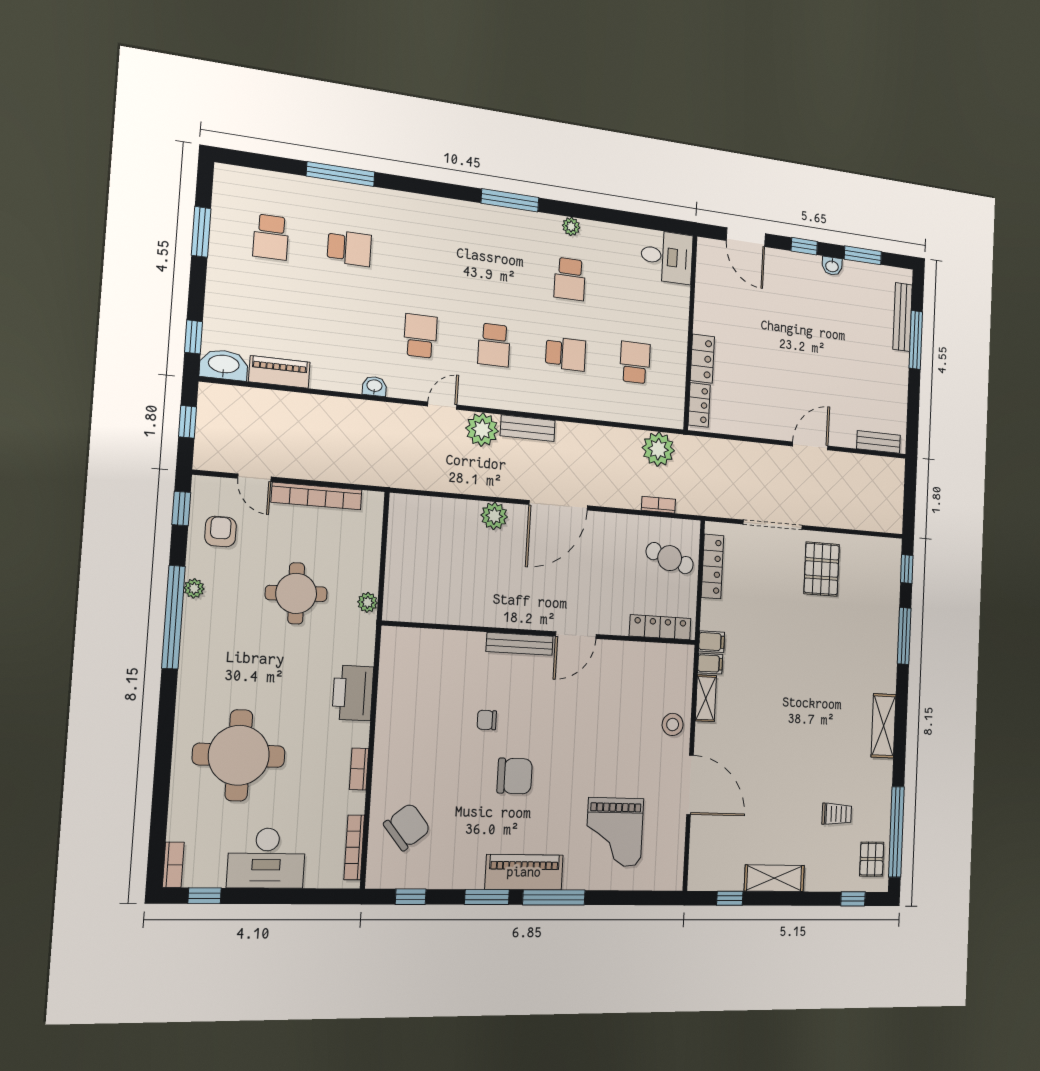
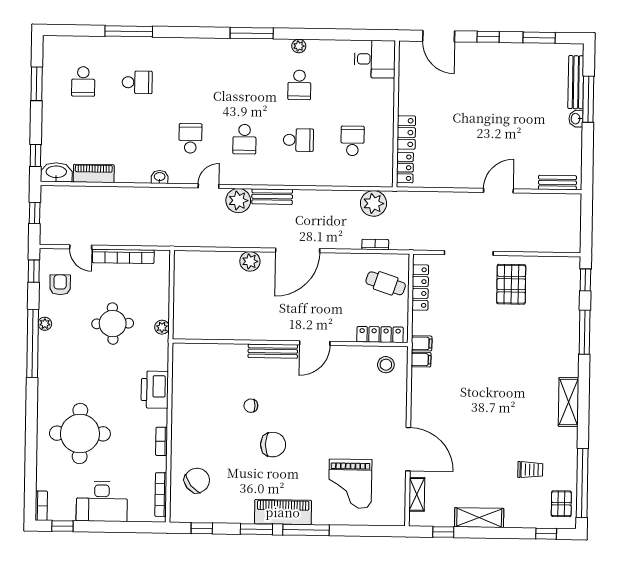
washbasin: (832, 266) -> (576, 119), moved, turned 90
shelving: (706, 698) -> (417, 494), moved
stool: (673, 724) -> (386, 365), moved

